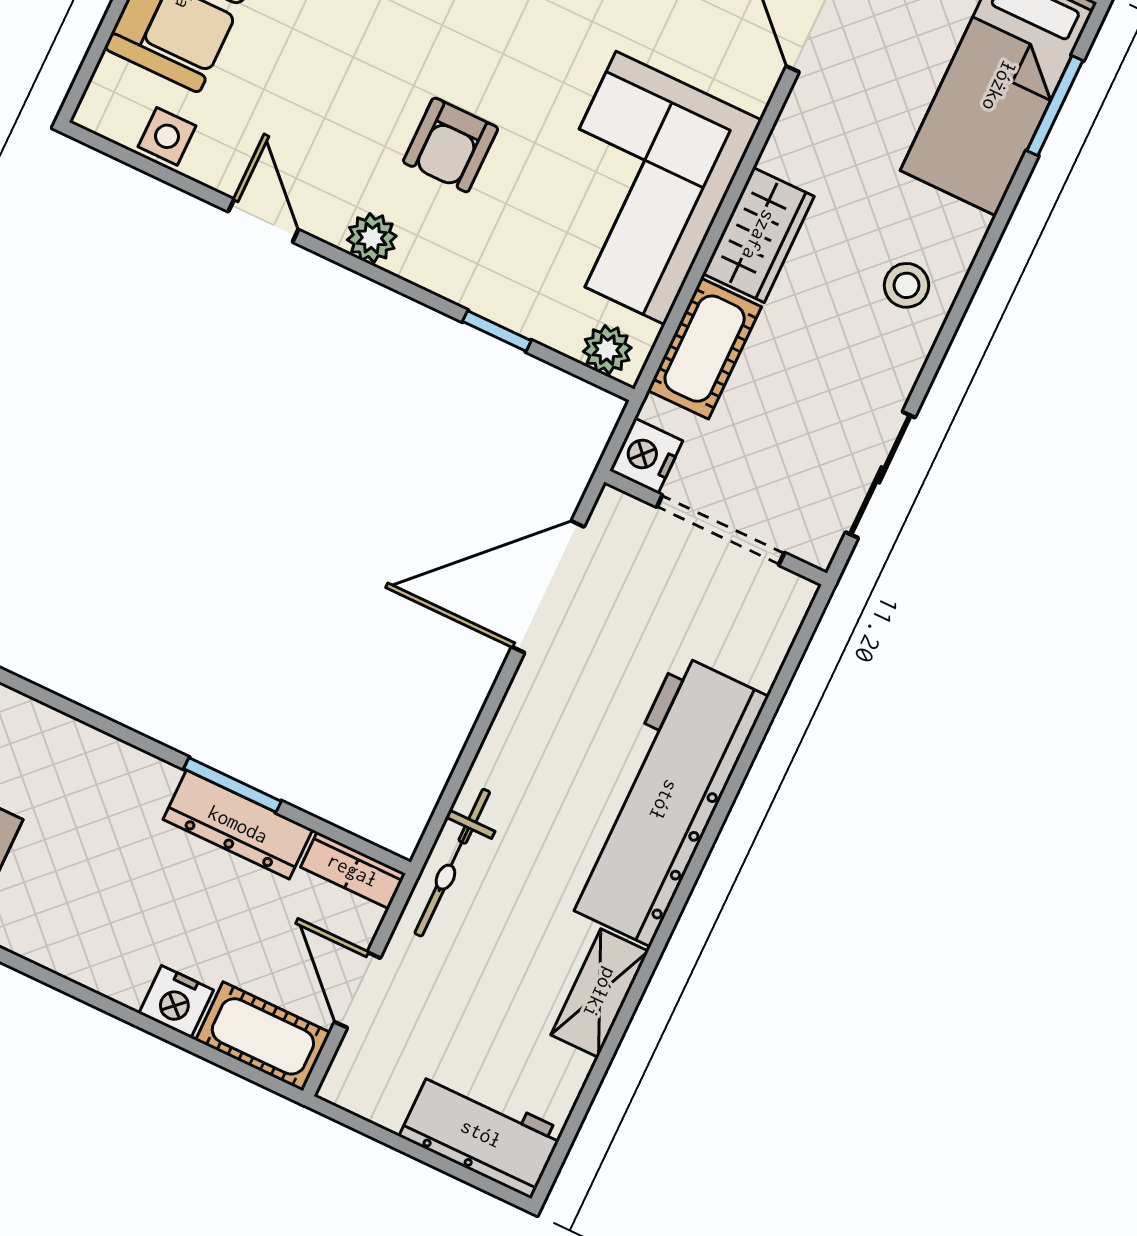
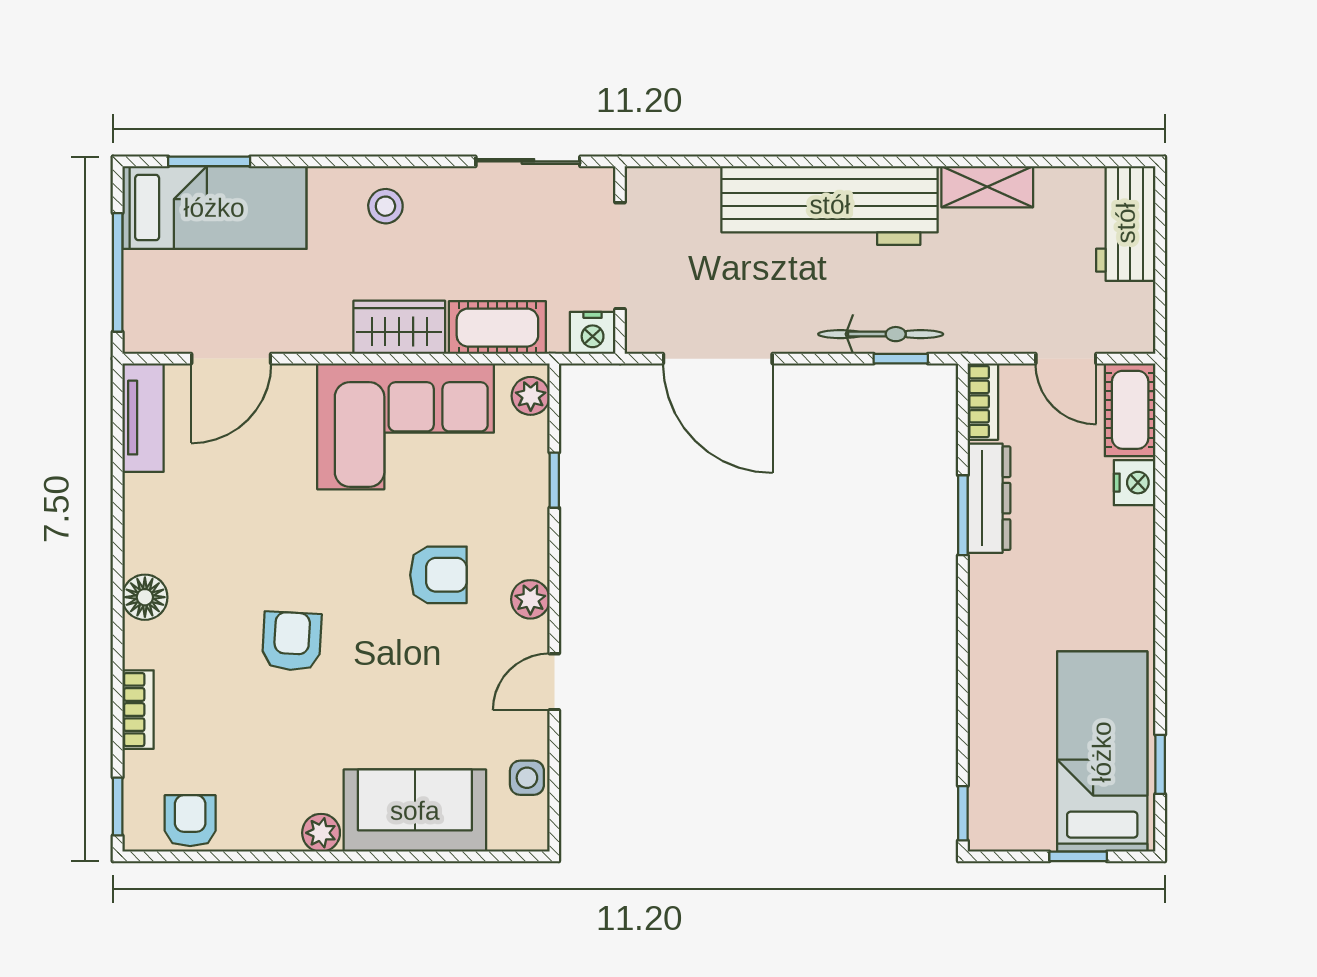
window: (448, 799) -> (901, 359), added
bicycle: (452, 863) -> (881, 334), moved
door: (357, 990) -> (1066, 359), hinge flipped

